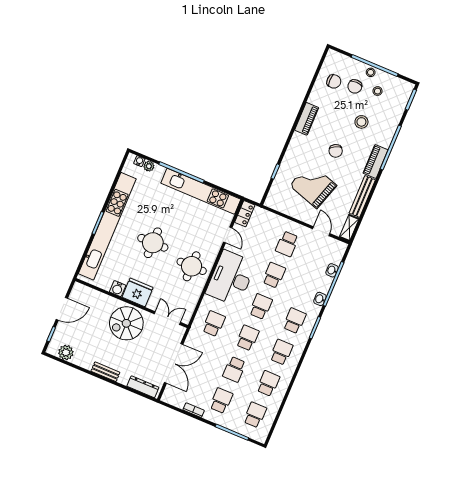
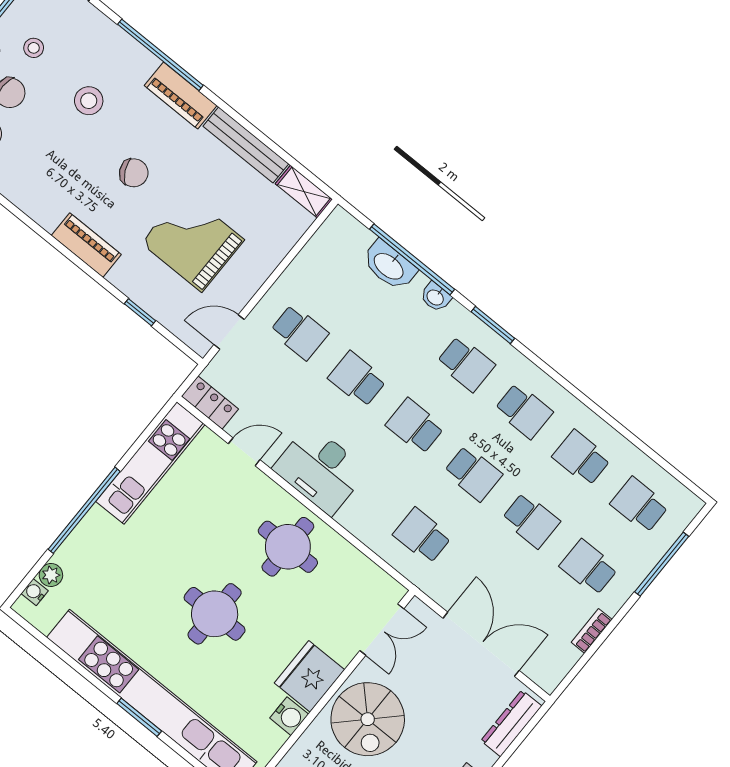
piano: (307, 119) -> (86, 245), moved
grand piano: (313, 185) -> (193, 241), turned 72
kitchen unit: (201, 191) -> (150, 463), width x0.73
door: (321, 231) -> (229, 332), moved
washbasin: (332, 270) -> (389, 266), width x1.91, depth x1.45
desk: (231, 278) -> (320, 470), width x0.73, depth x0.77
double door: (167, 318) -> (382, 630), swing flipped
school desk: (295, 321) -> (466, 364), turned 180
school desk: (247, 338) -> (473, 473), turned 180
school desk: (281, 352) -> (524, 411), turned 180

